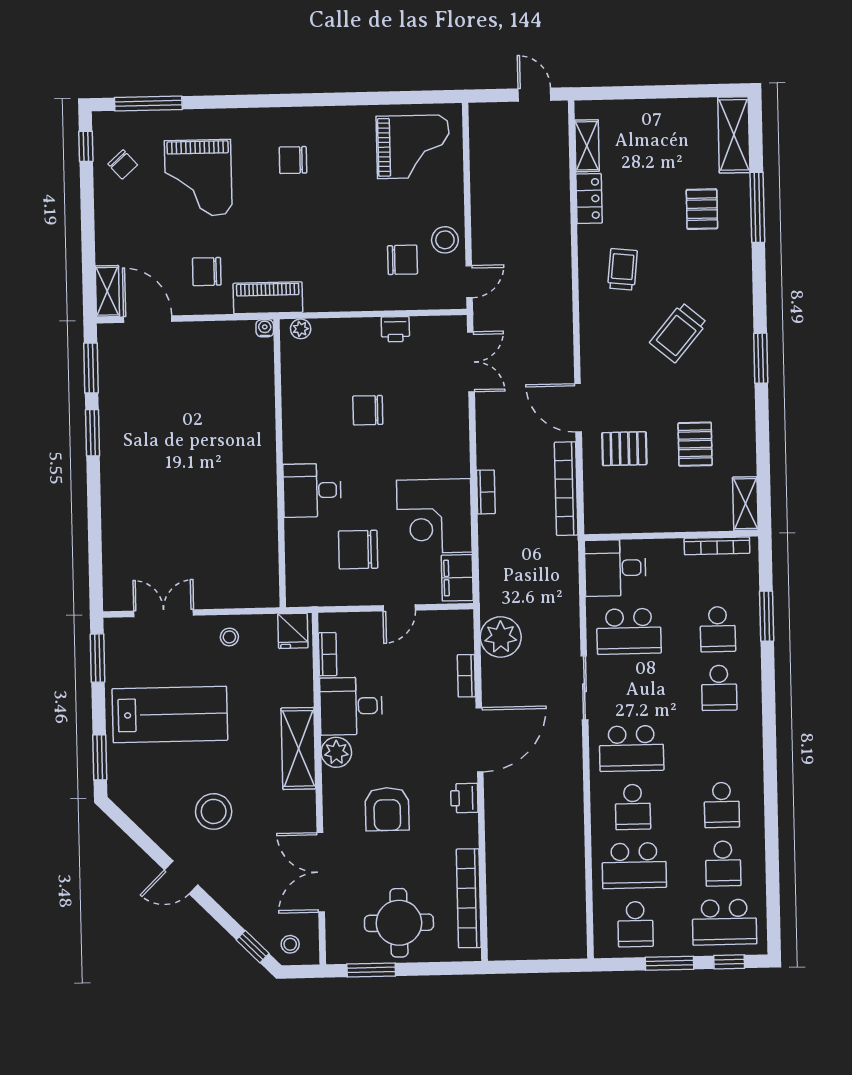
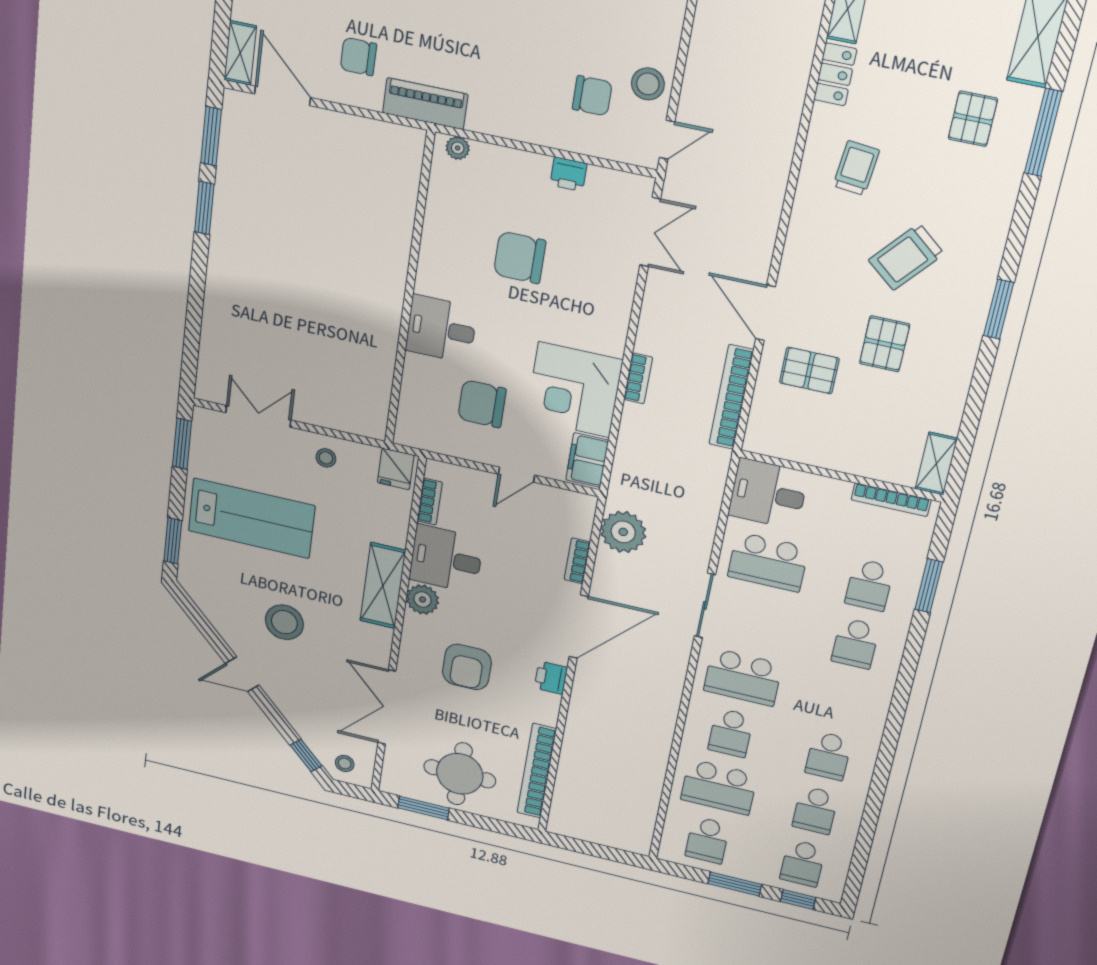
water cooler: (265, 328) -> (416, 138), removed
chair: (368, 410) -> (520, 257), width x1.37, depth x1.37
pallet: (695, 444) -> (885, 344), moved
school desk: (724, 922) -> (803, 863), width x0.54

